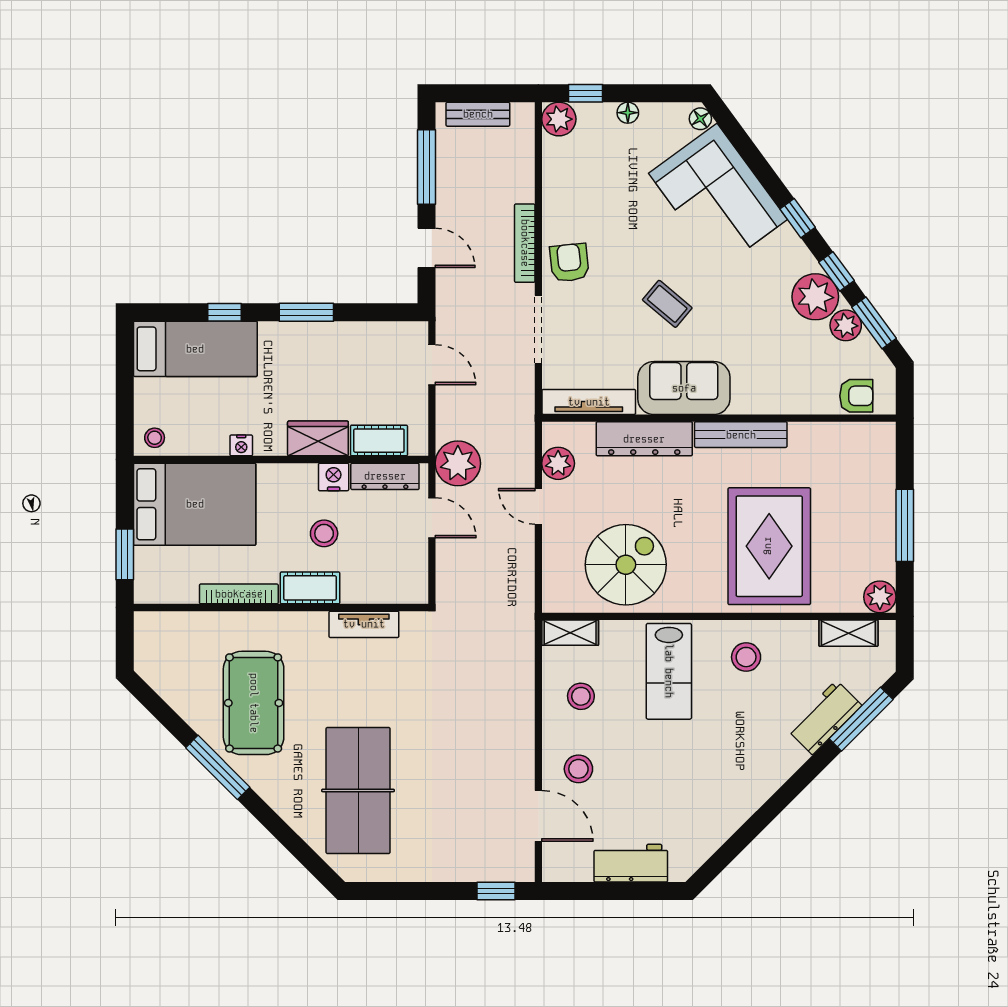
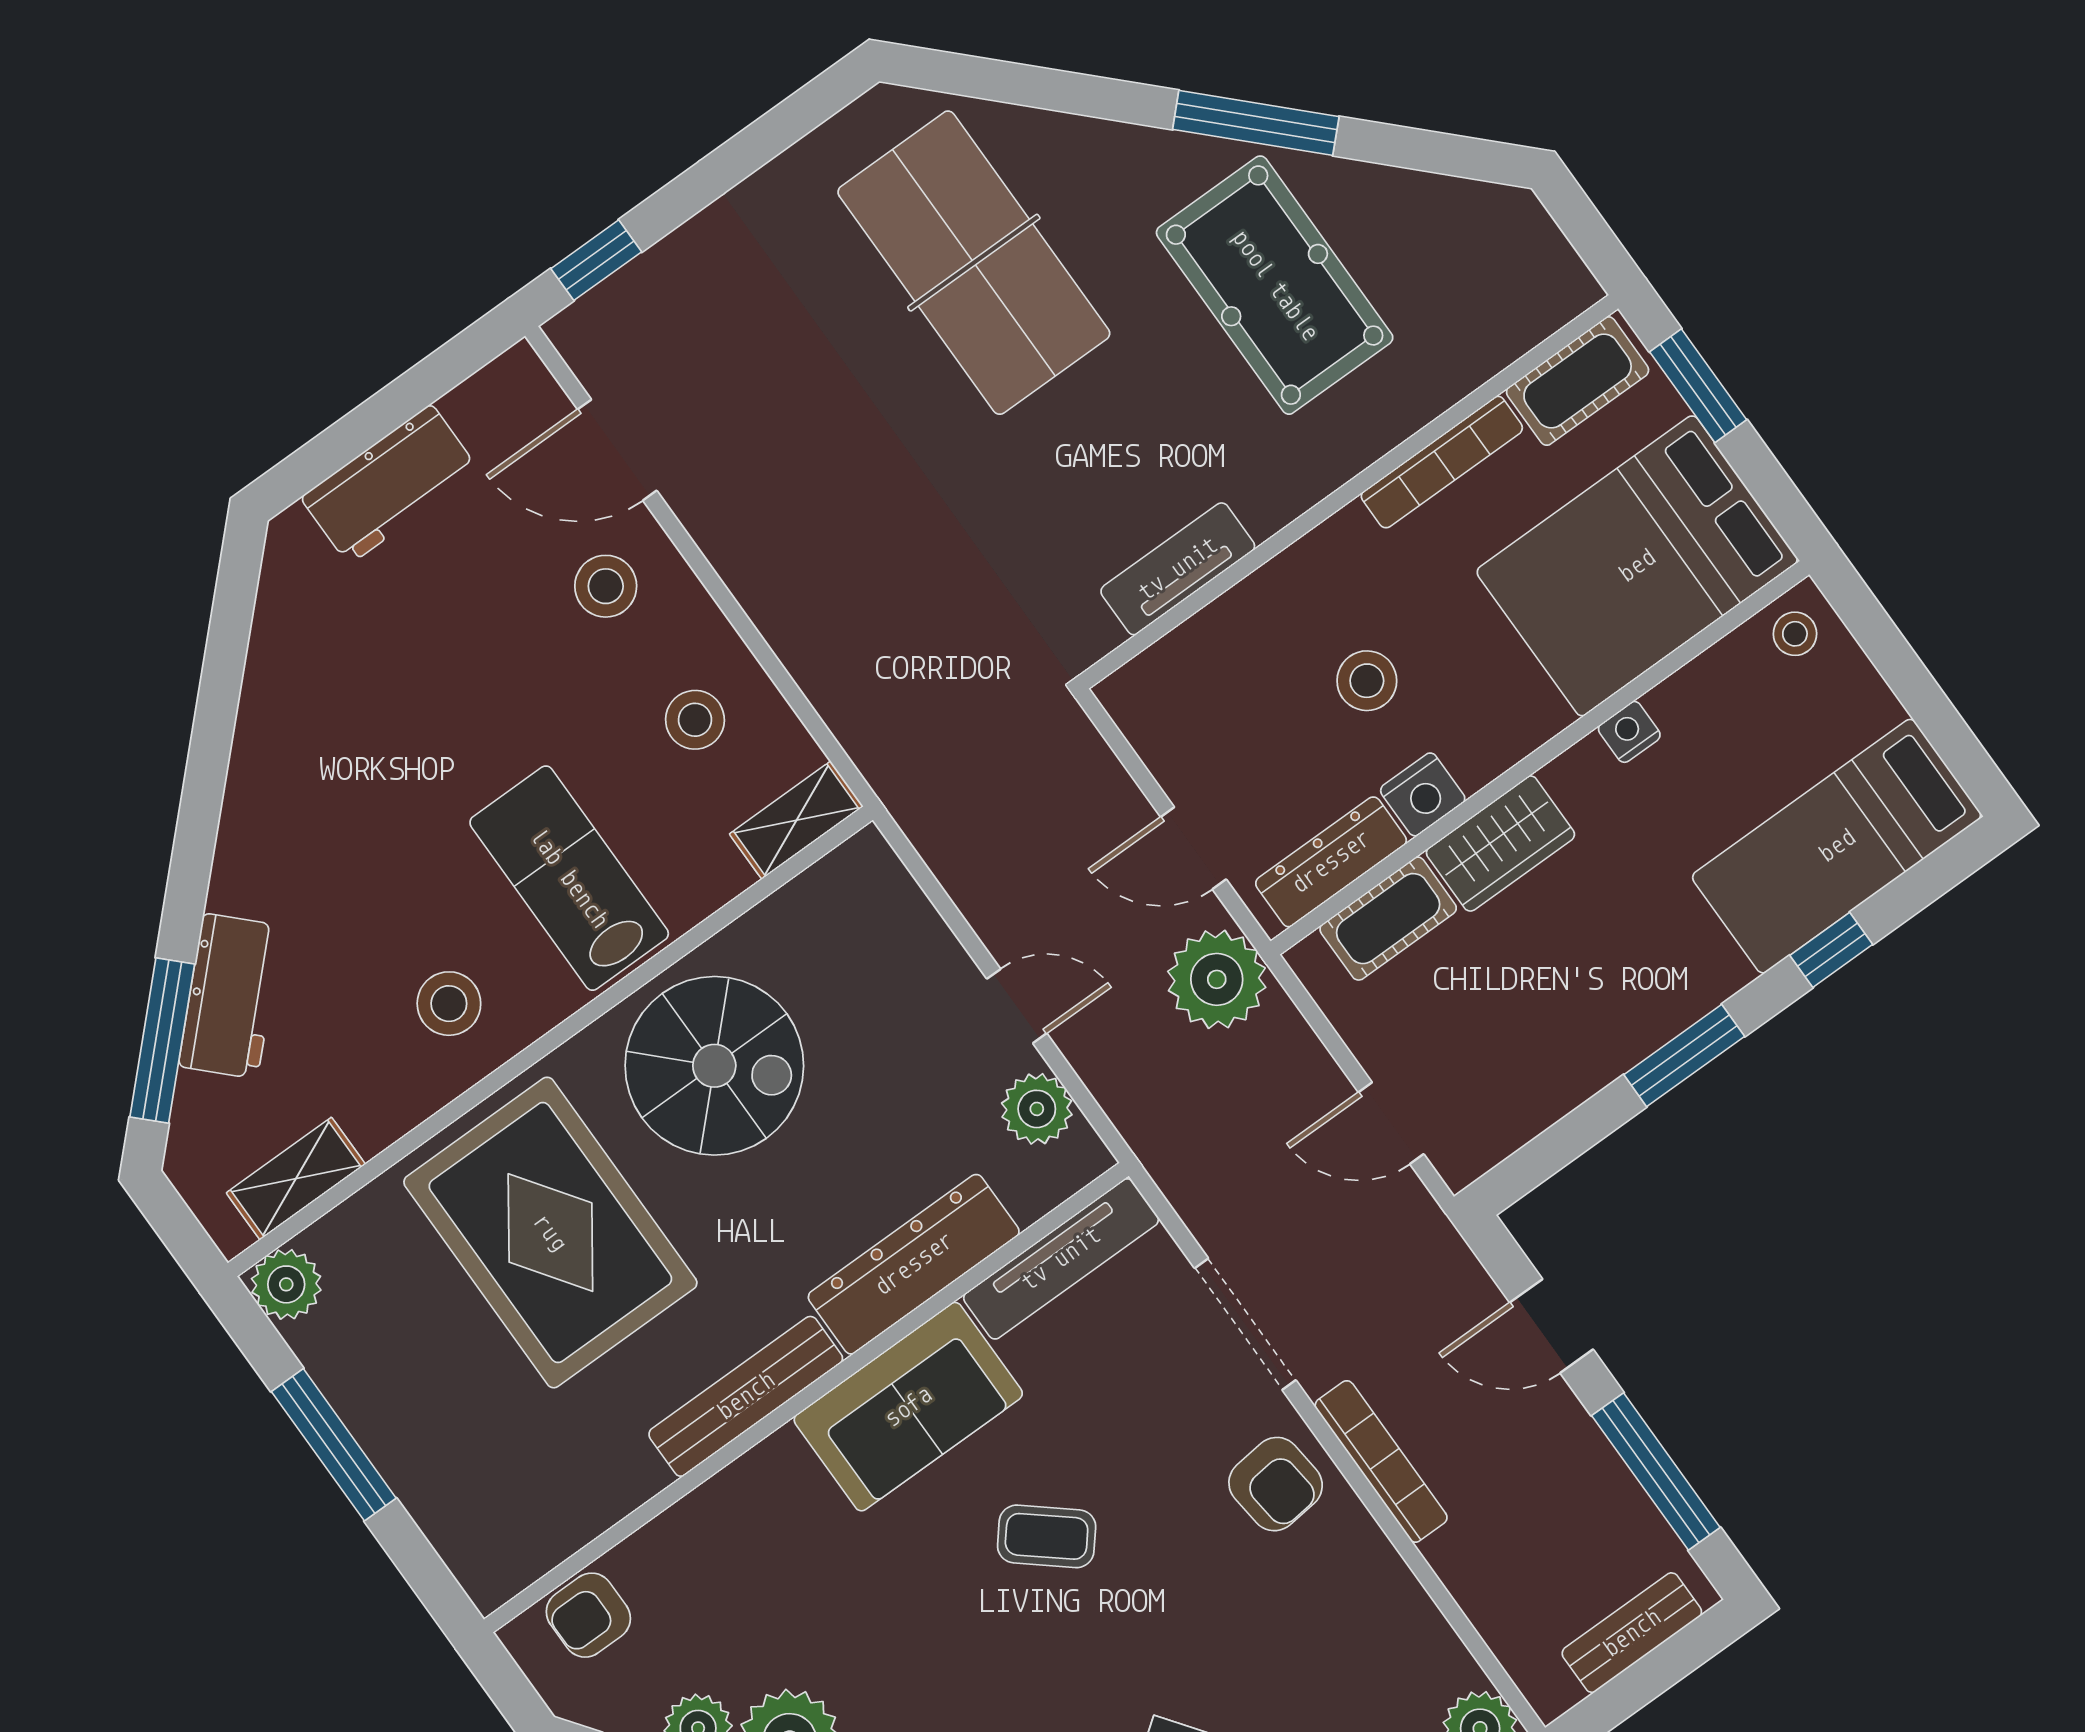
spiral stairs: (626, 565) -> (714, 1066), moved, turned -90
cot: (310, 588) -> (1578, 381), moved

